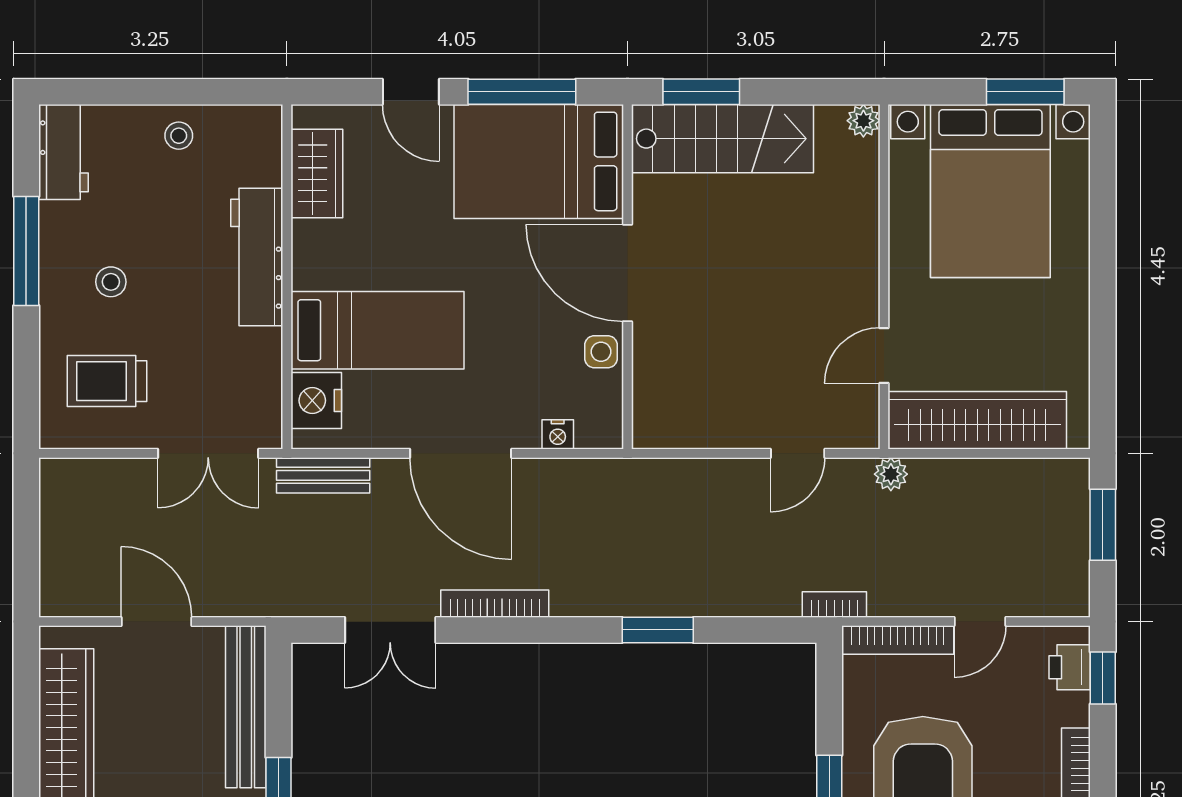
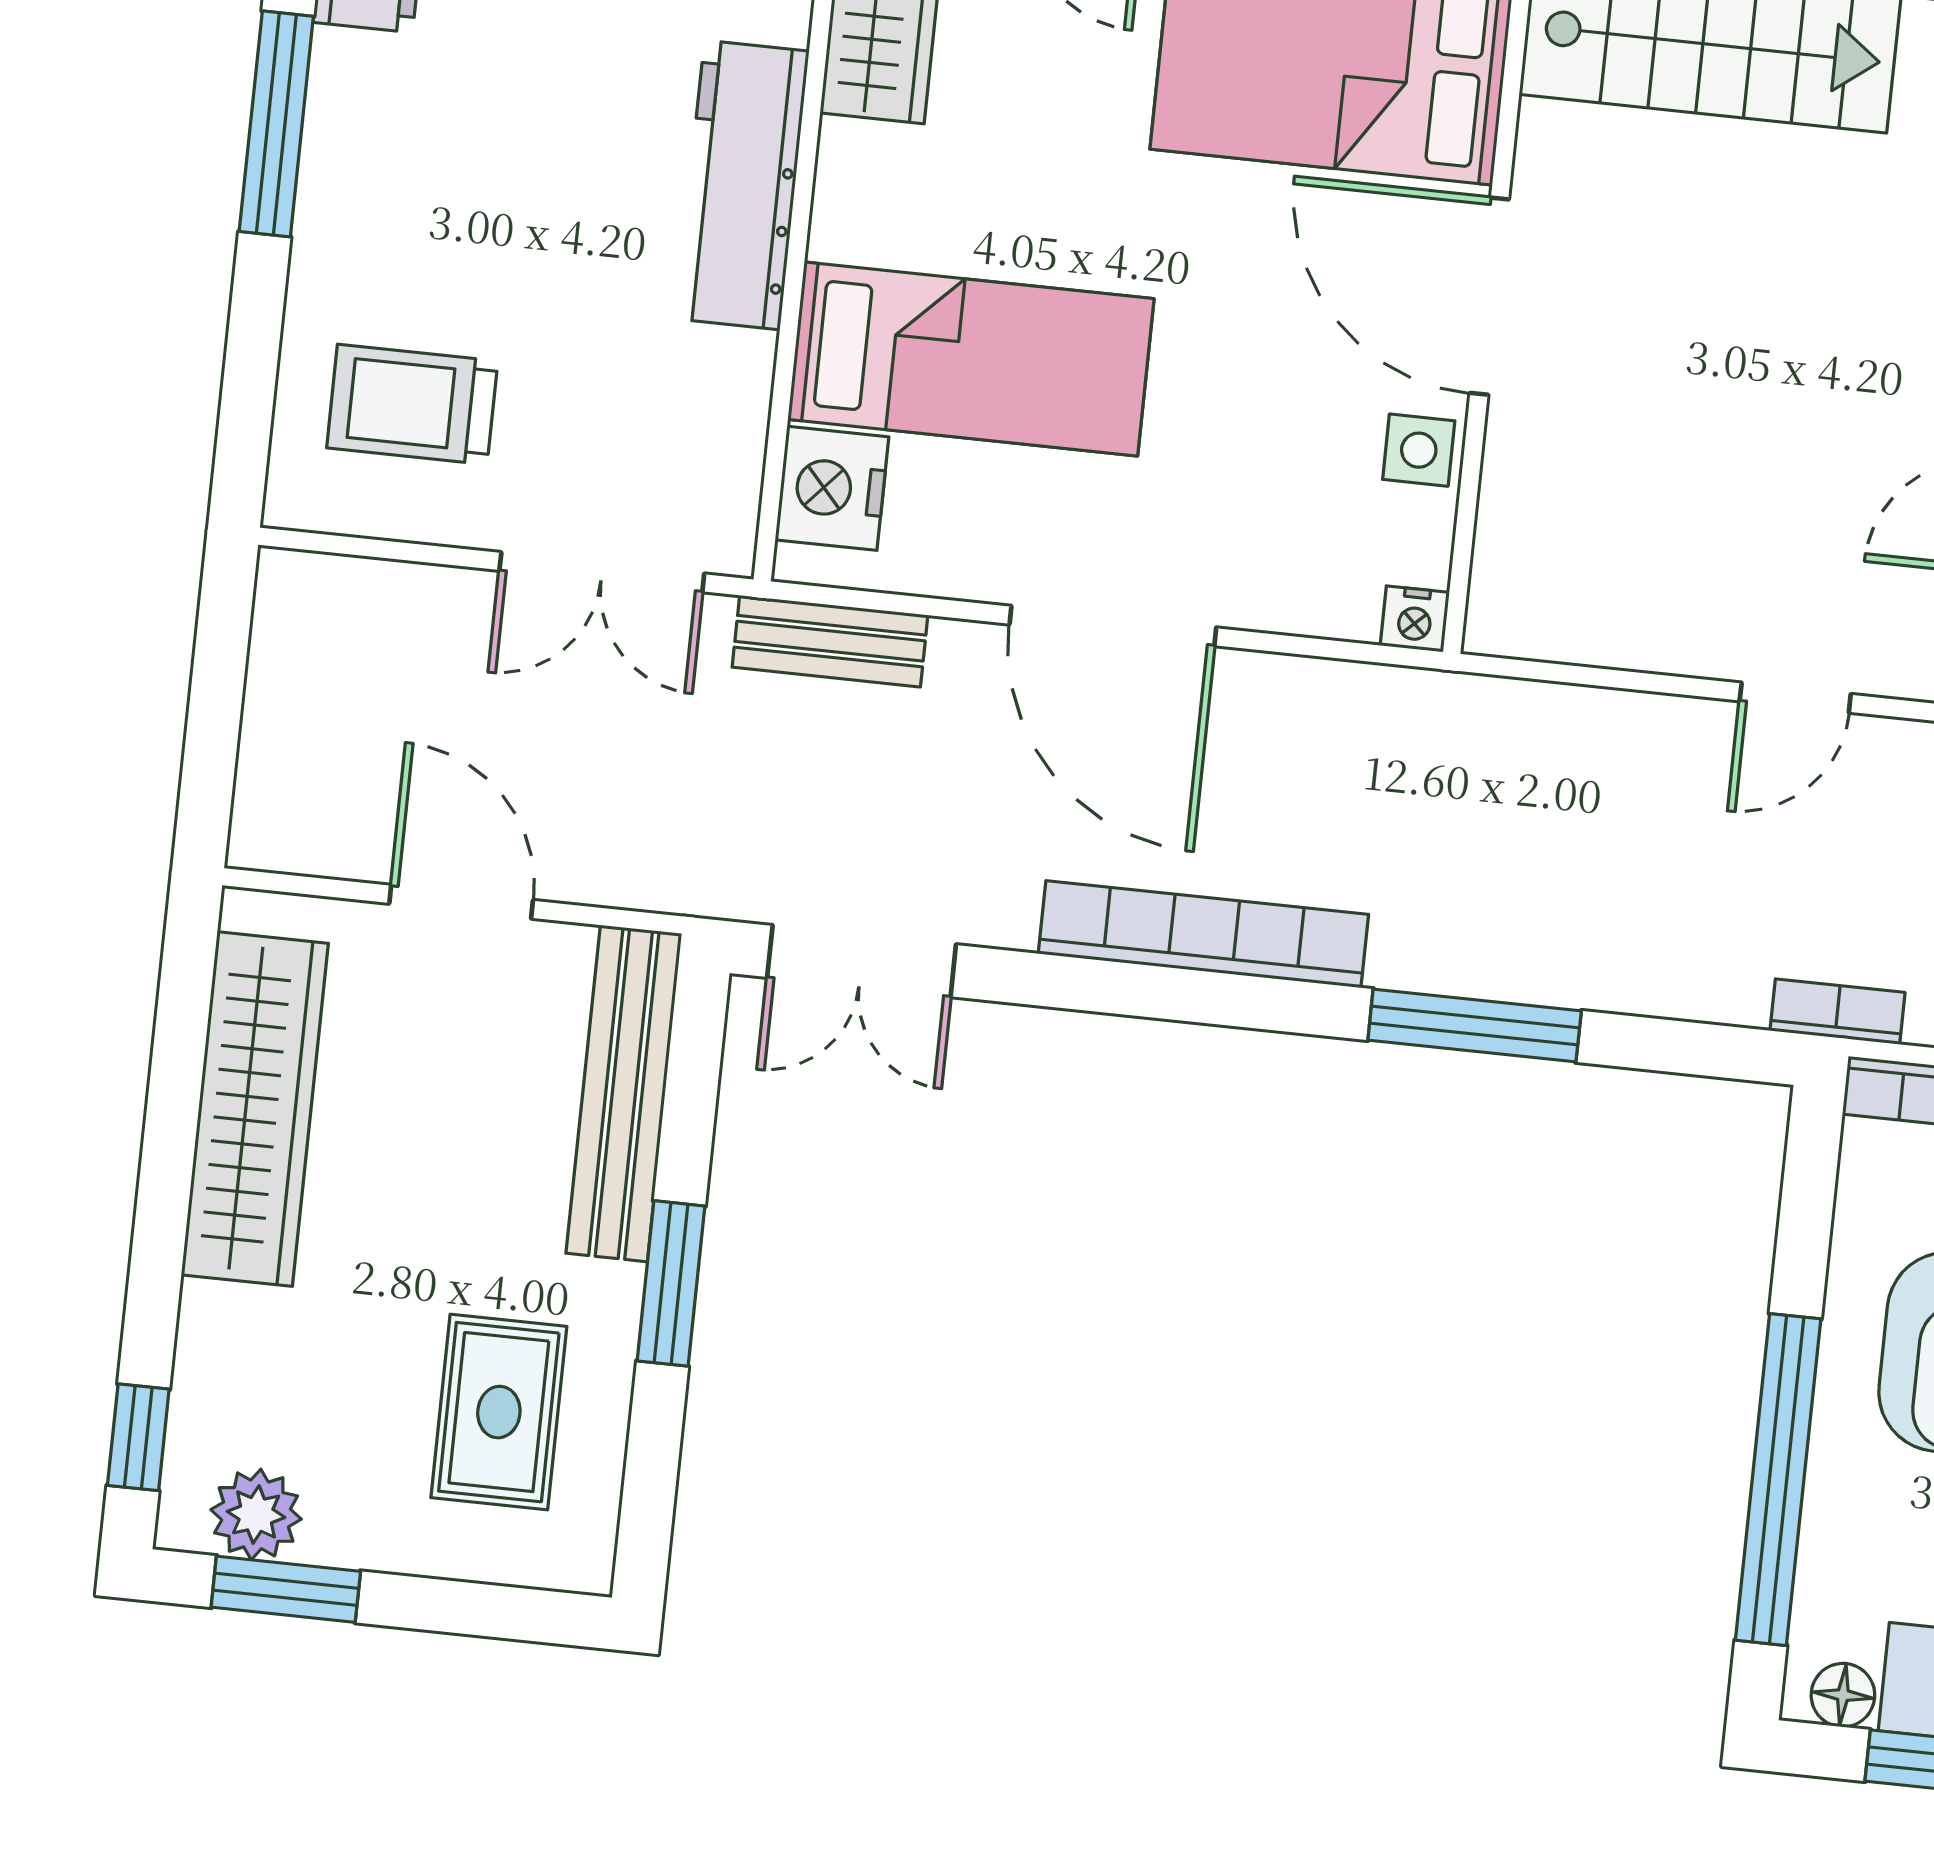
stool: (111, 282) -> (441, 204), removed
nightstand: (558, 434) -> (1415, 619), moved
bookcase: (495, 604) -> (1203, 934), width x1.48, depth x1.31
double door: (390, 630) -> (862, 961), moved
window: (658, 630) -> (1475, 1026), width x1.44

